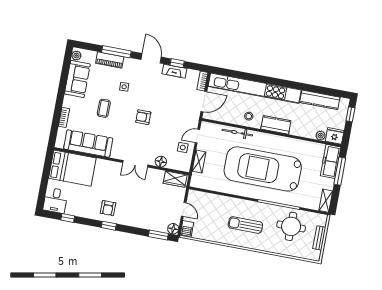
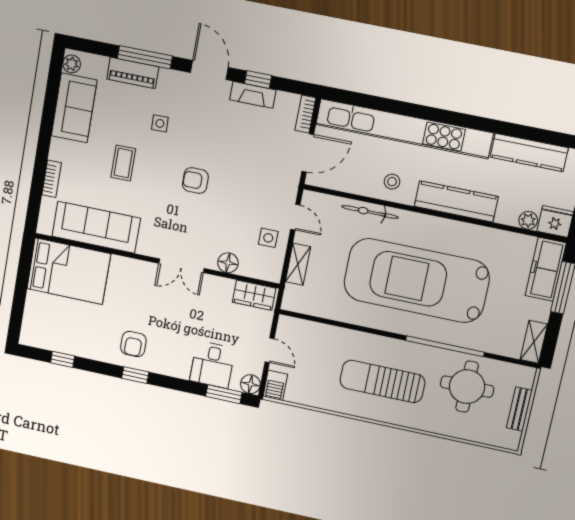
kitchen counter: (276, 125) -> (456, 202), width x1.50
door: (197, 136) -> (295, 217), swing flipped
desk: (55, 200) -> (212, 365), moved
sun lounger: (245, 225) -> (382, 381), width x1.36, depth x1.34

